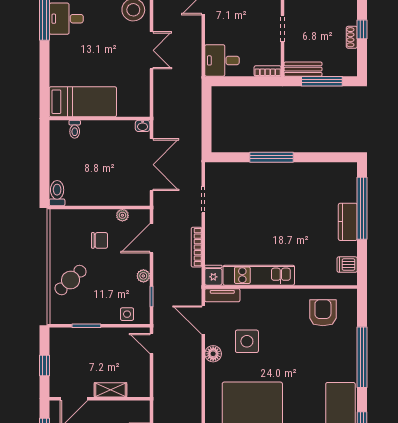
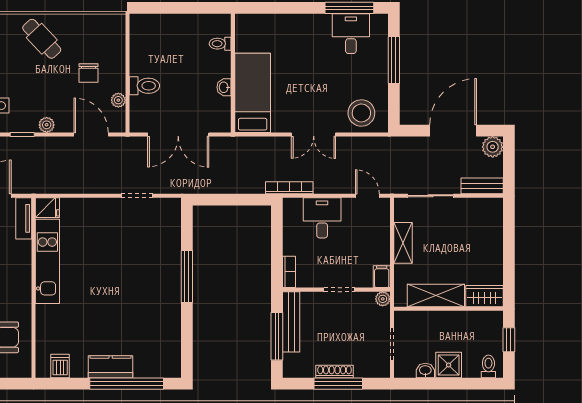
window: (362, 29) -> (338, 384), width x2.17
shoe rack: (352, 37) -> (335, 371), width x1.43
desk: (222, 60) -> (322, 218), moved
bench: (303, 69) -> (291, 322), width x1.36
bed: (83, 102) -> (253, 93), moved, turned 180
washbasin: (143, 126) -> (224, 87), moved
toilet: (57, 193) -> (144, 86), moved
bookcase: (196, 247) -> (289, 188), moved

